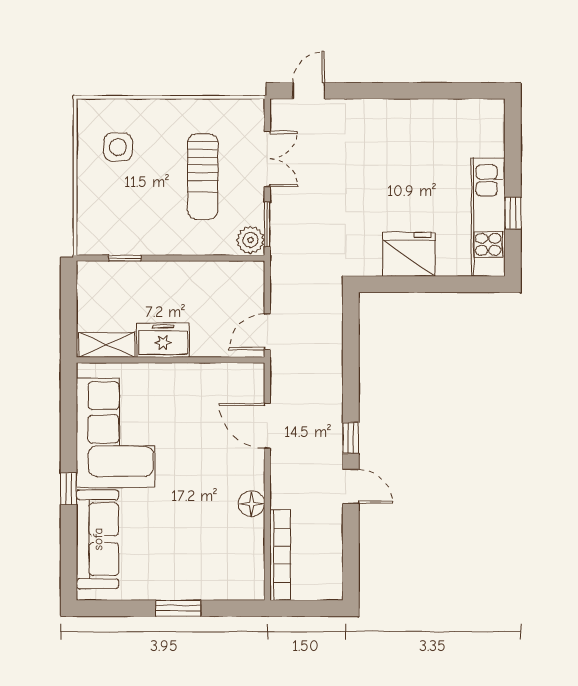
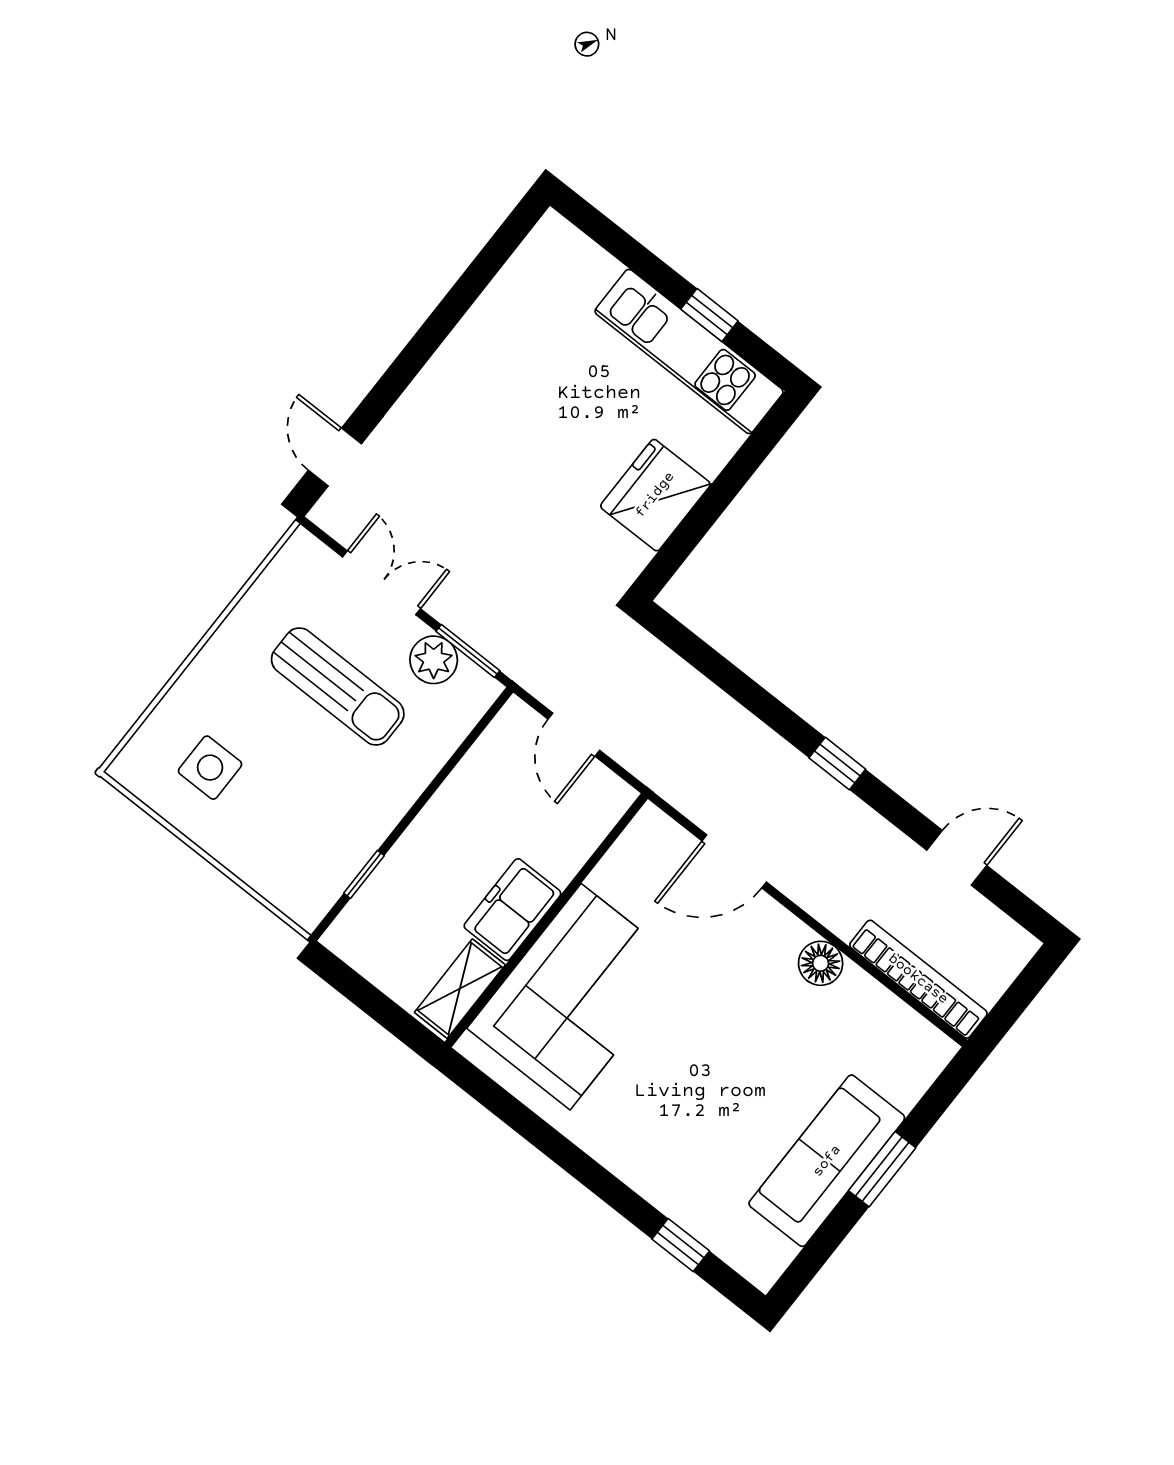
plant: (250, 240) -> (434, 660), moved
door: (267, 332) -> (574, 735), moved
corner sofa: (116, 433) -> (576, 997), moved, turned 90
door: (351, 486) -> (957, 858), moved
window: (69, 489) -> (681, 1245), moved
sofa: (98, 539) -> (827, 1161), moved, turned -90

